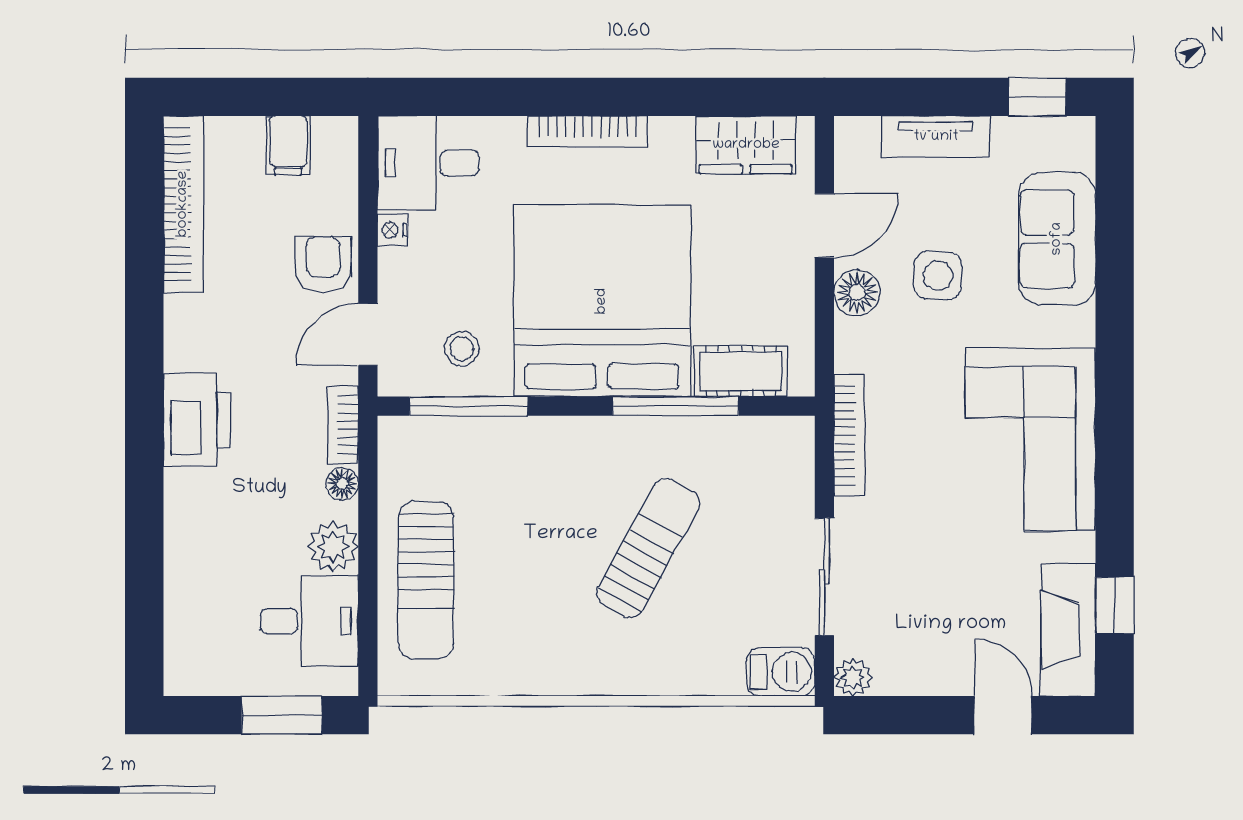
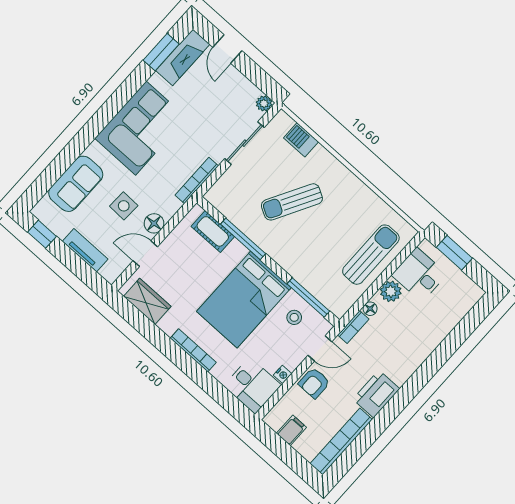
bed: (602, 301) -> (244, 300), width x0.73
printer: (197, 420) -> (376, 394), moved
window: (1115, 605) -> (161, 52), width x1.50
barbecue: (781, 672) -> (301, 140), moved

